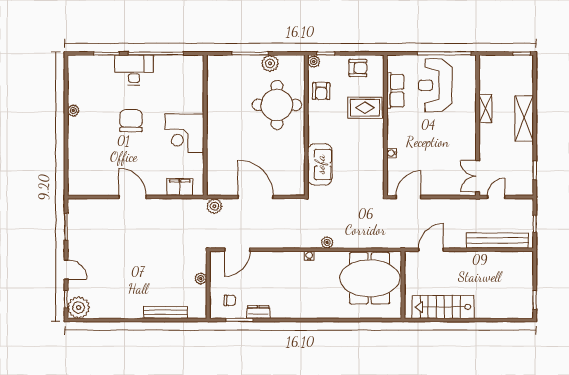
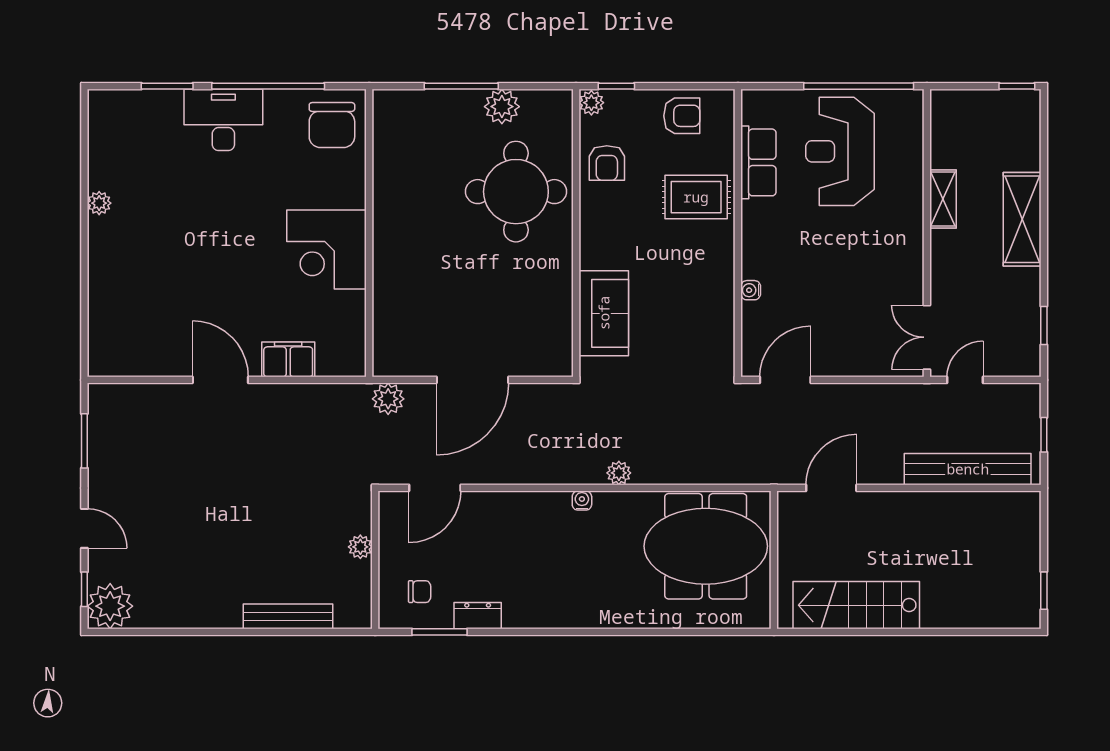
chair: (131, 121) -> (332, 125), moved, turned 180
filing cabinet: (180, 187) -> (288, 359), moved
door: (256, 197) -> (472, 380), swing flipped

